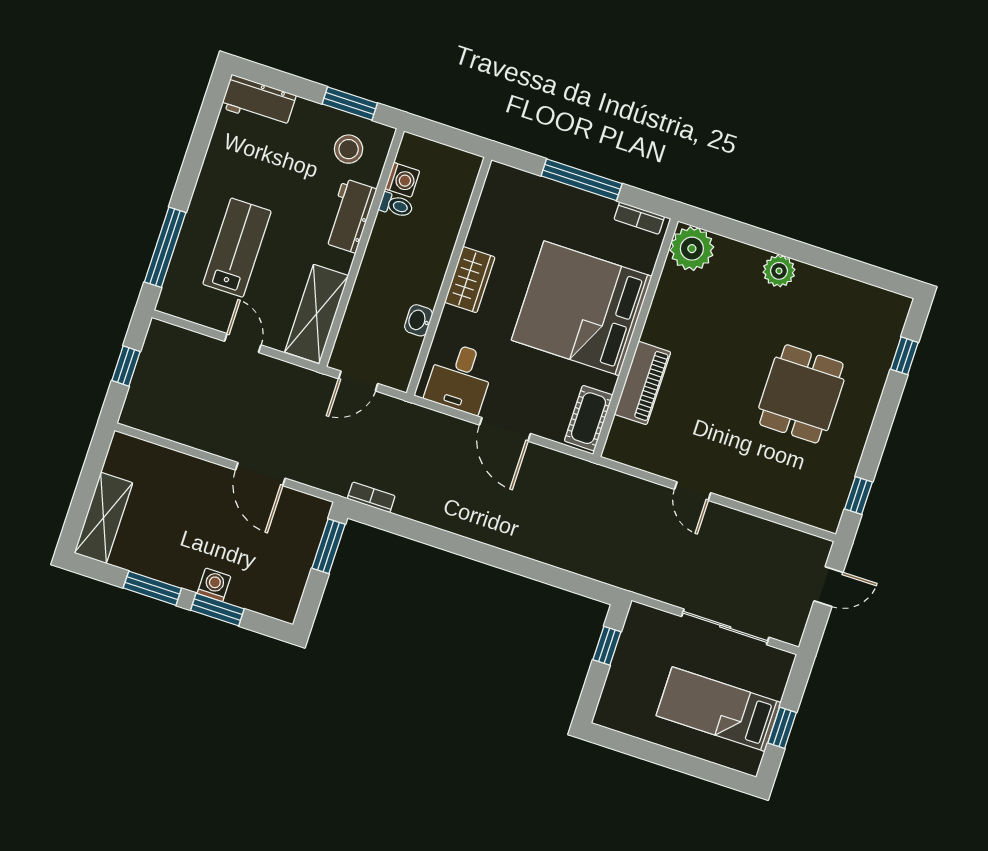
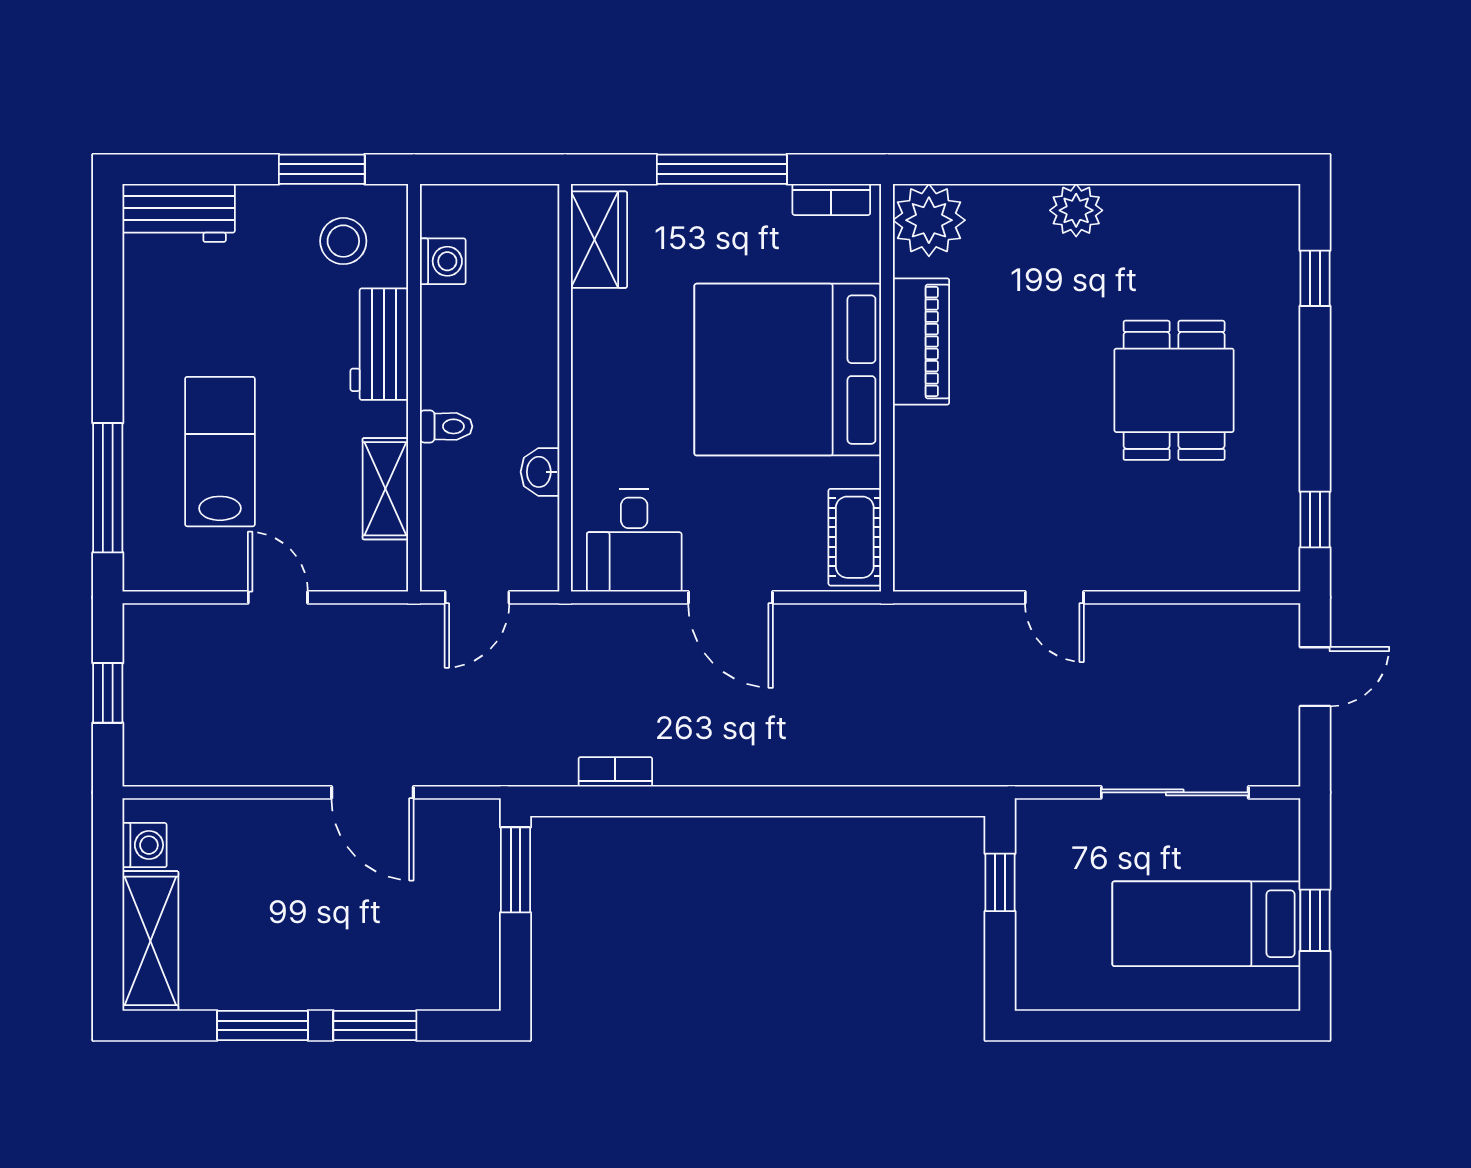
toilet: (396, 205) -> (446, 426), moved
wardrobe: (470, 280) -> (599, 240), moved
shelving: (316, 314) -> (385, 489), width x0.67, depth x0.75
piano: (643, 383) -> (921, 341), moved
bookcase: (371, 497) -> (615, 772), moved
washing machine: (214, 585) -> (145, 845), moved, turned 90

